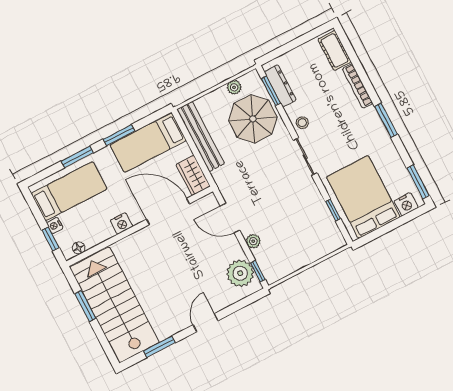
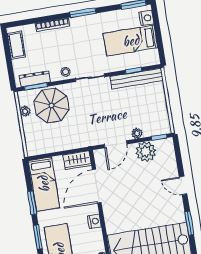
cot: (335, 50) -> (16, 45), moved, turned 90
bench: (201, 136) -> (137, 79), moved
bed: (363, 197) -> (131, 41), width x0.67
plant: (240, 273) -> (146, 152), moved

